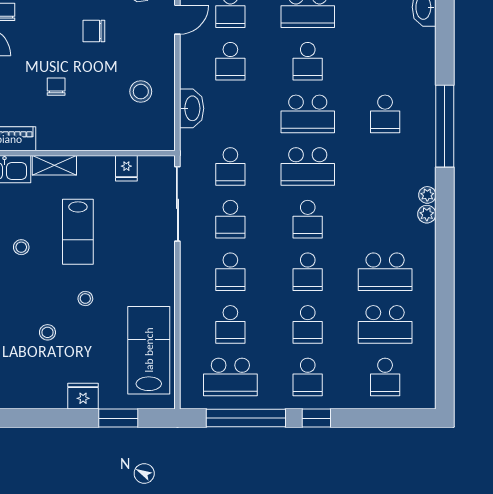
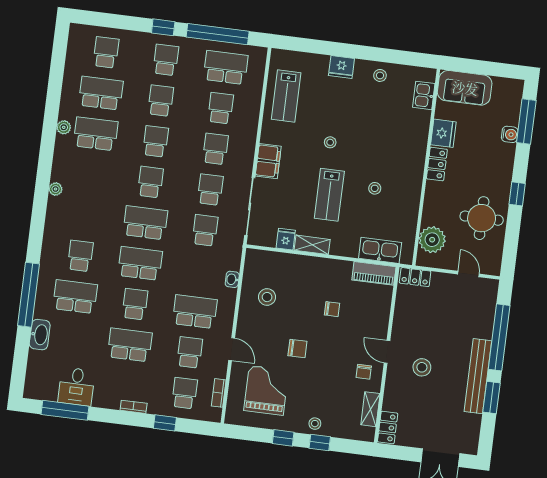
door: (177, 20) -> (232, 349), swing flipped
school desk: (230, 61) -> (195, 312), width x1.85
school desk: (385, 61) -> (75, 297), added
chair: (56, 87) -> (332, 309), turned -90
washbasin: (192, 108) -> (232, 279), width x0.52, depth x0.69
window: (445, 126) -> (29, 295), moved
shelving: (54, 165) -> (312, 245), moved
plant: (427, 214) -> (64, 127), moved
lab bench: (78, 232) -> (329, 195), turned 180
filing cabinet: (161, 265) -> (268, 161), added
stool: (47, 332) -> (380, 75), moved
lab bench: (149, 350) -> (286, 96), width x0.73, depth x0.72
window: (118, 418) -> (316, 47), removed

